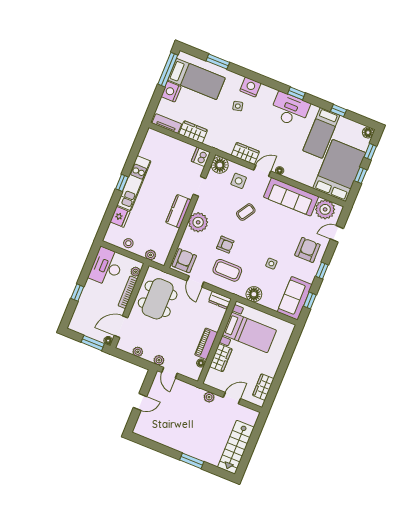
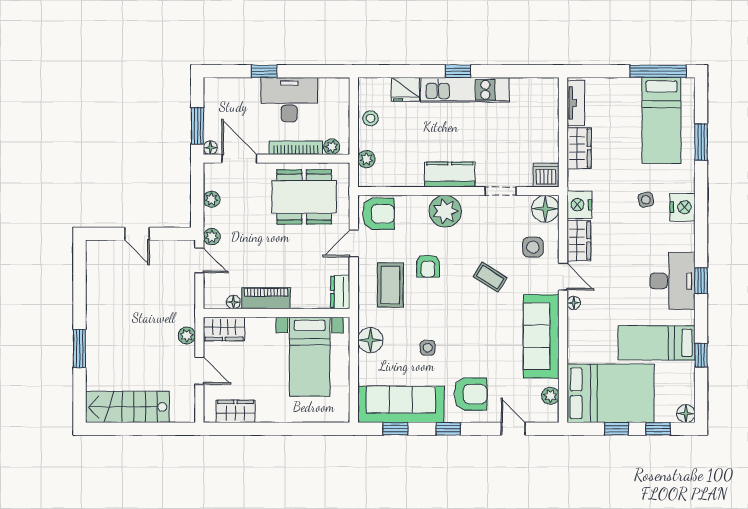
nightstand: (171, 92) -> (579, 205), moved, turned -90
plant: (325, 209) -> (550, 396), width x0.53, depth x0.53
desk: (107, 267) -> (289, 100), moved
sofa: (295, 298) -> (401, 404), width x1.36
wardrobe: (221, 358) -> (224, 329), moved
door: (170, 373) -> (199, 260), swing flipped

